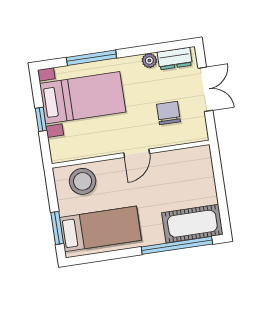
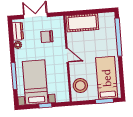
cot: (192, 224) -> (82, 23), moved, turned 90

